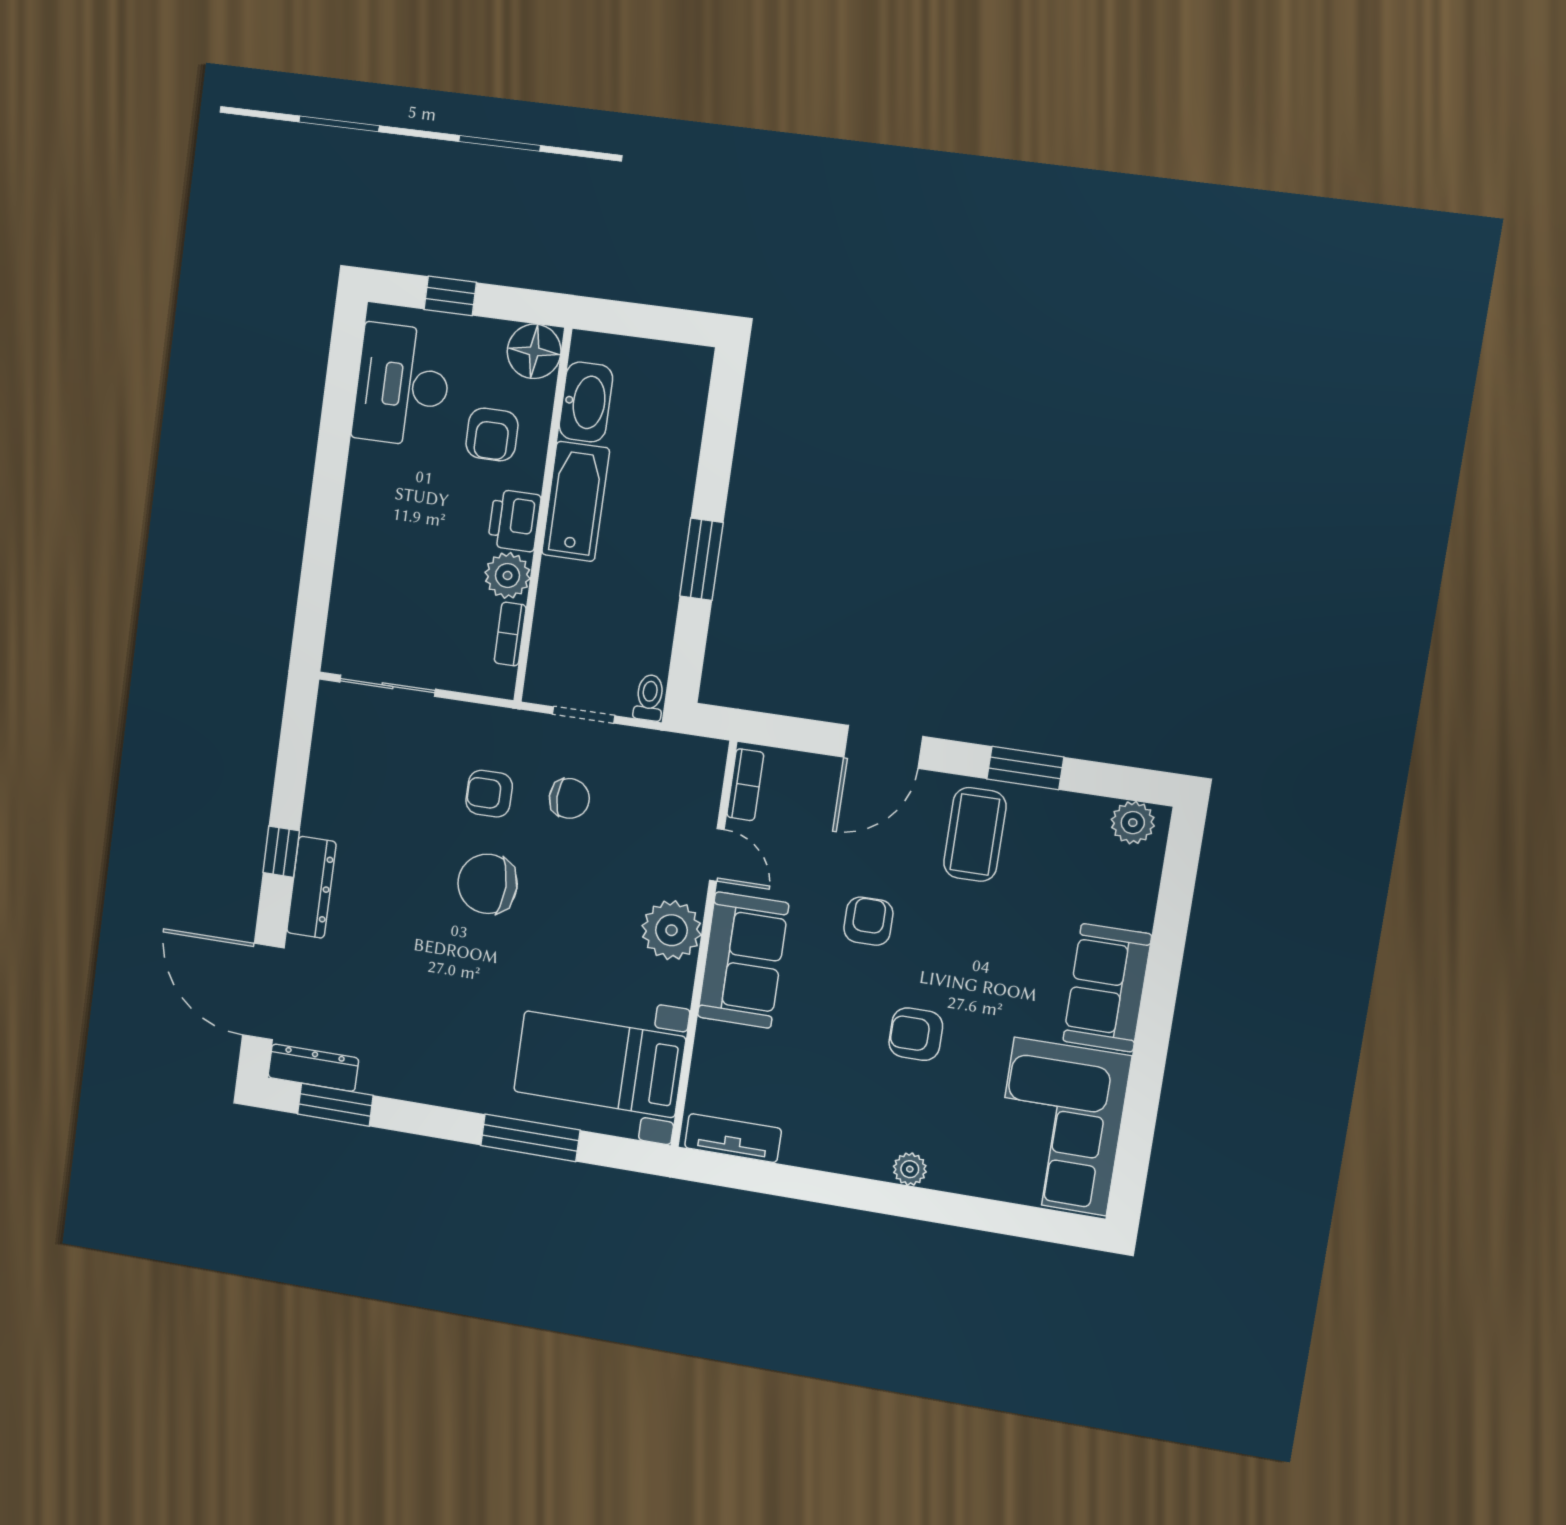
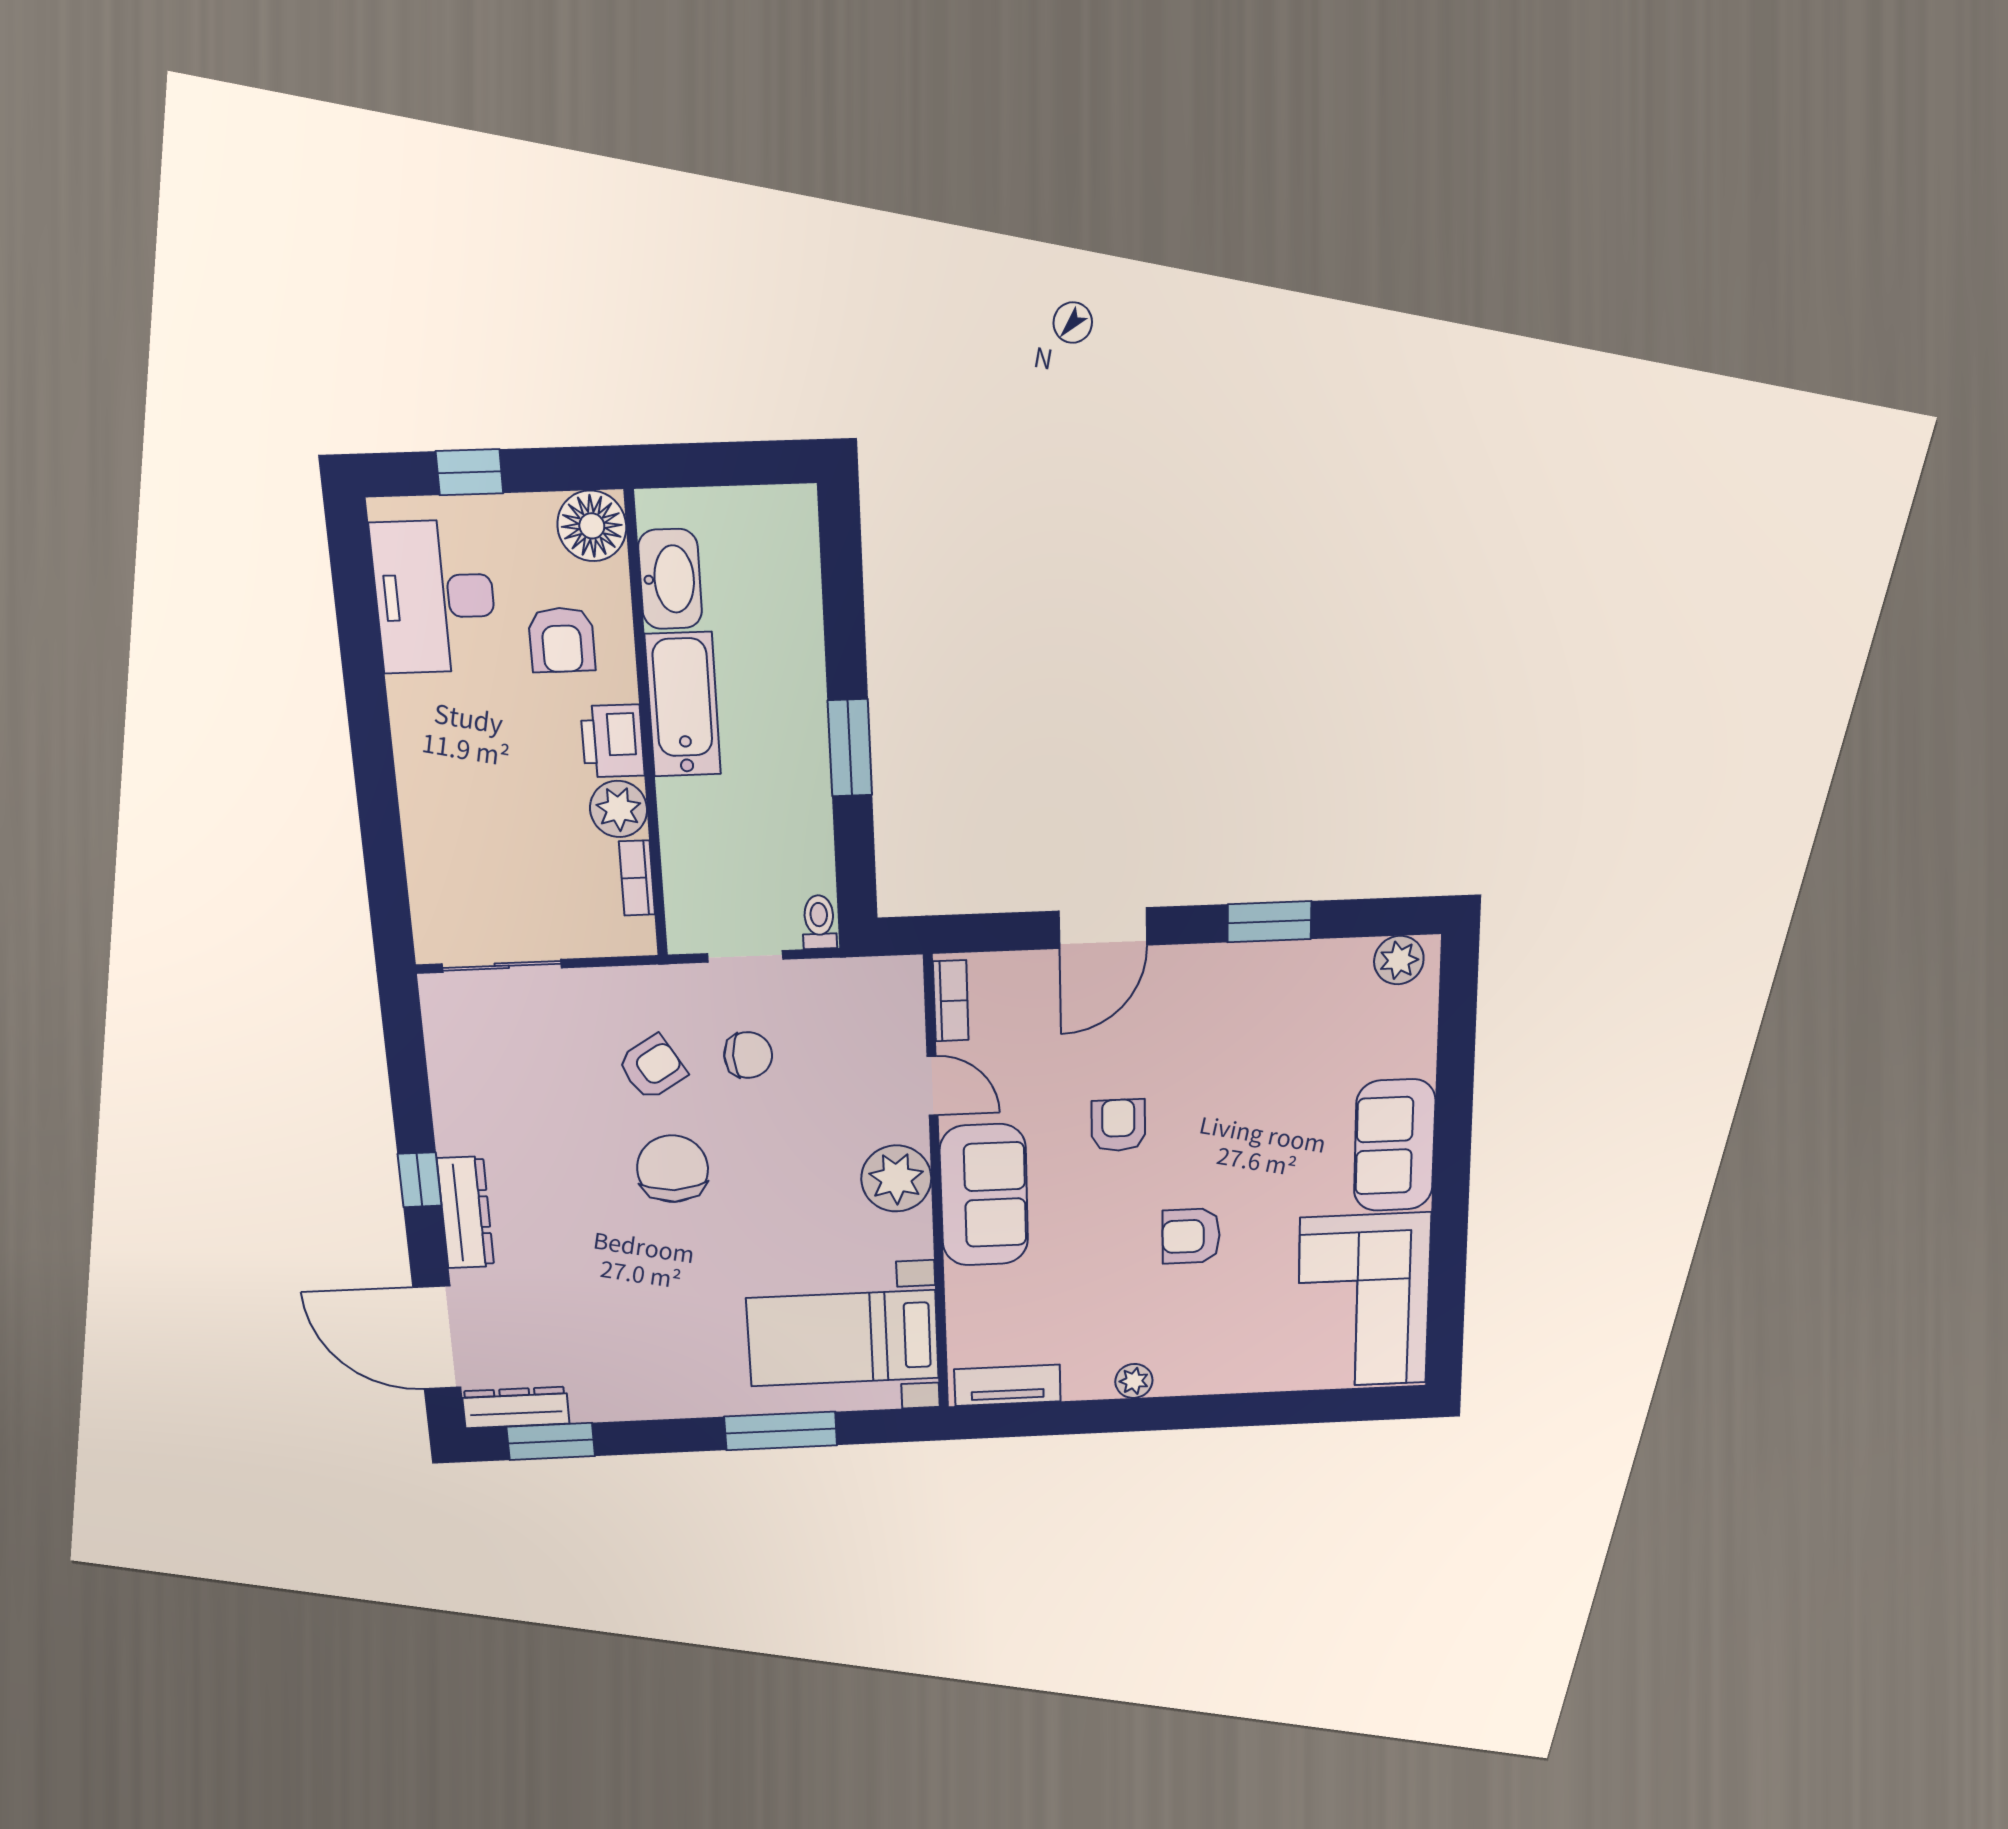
armchair: (489, 794) -> (652, 1067), turned 149
coffee table: (975, 834) -> (1223, 1007), removed
chair: (488, 884) -> (673, 1169), turned 90
plant: (910, 1169) -> (1134, 1381), moved

